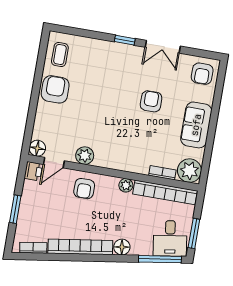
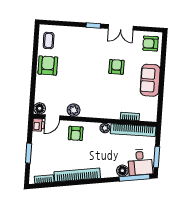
armchair: (202, 74) -> (150, 43), turned 90
plant: (189, 171) -> (149, 113), removed
floor lamp: (122, 247) -> (122, 171), moved

